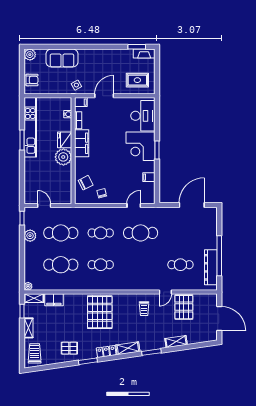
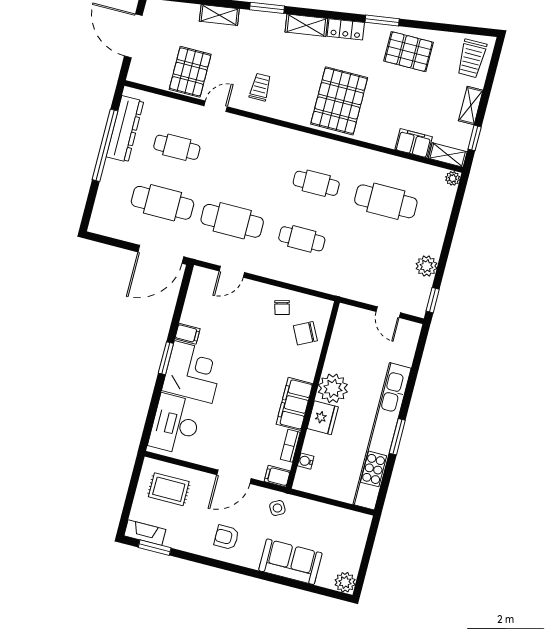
armchair: (32, 80) -> (226, 537), moved
kitchen unit: (30, 127) -> (382, 436), width x1.36
filing cabinet: (149, 177) -> (187, 334), moved
door: (192, 205) -> (161, 254), moved
cafe table: (61, 233) -> (163, 203), moved
pallet: (69, 348) -> (409, 52), width x1.50, depth x1.42

